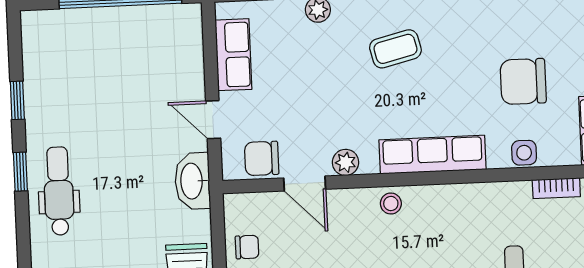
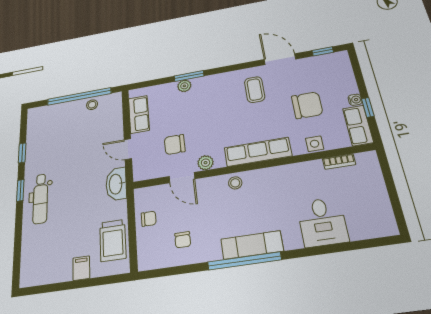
stool: (146, 21) -> (92, 105), added
coffee table: (395, 49) -> (255, 90), moved, turned -76
chair: (523, 81) -> (307, 105), turned 180
chair: (262, 158) -> (175, 144), moved
dental chair: (59, 191) -> (40, 199), turned 180

